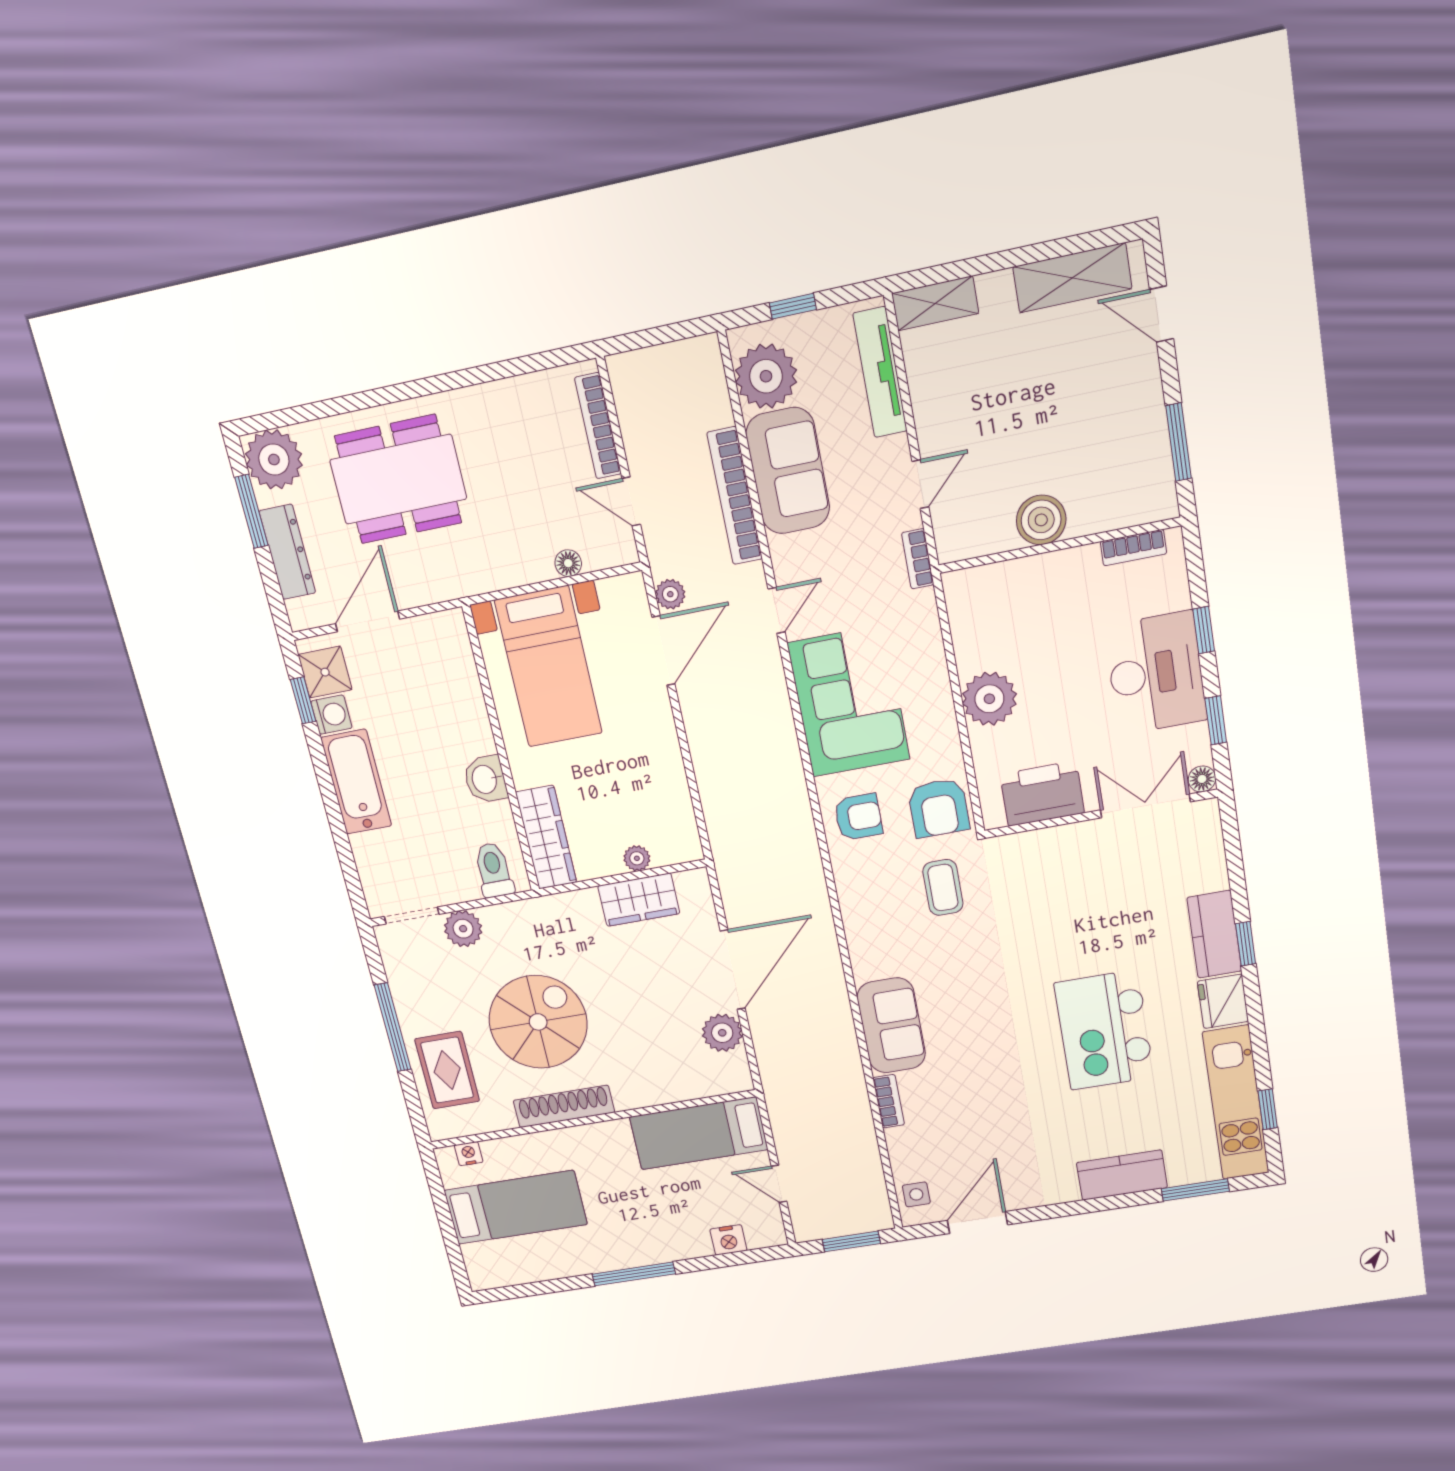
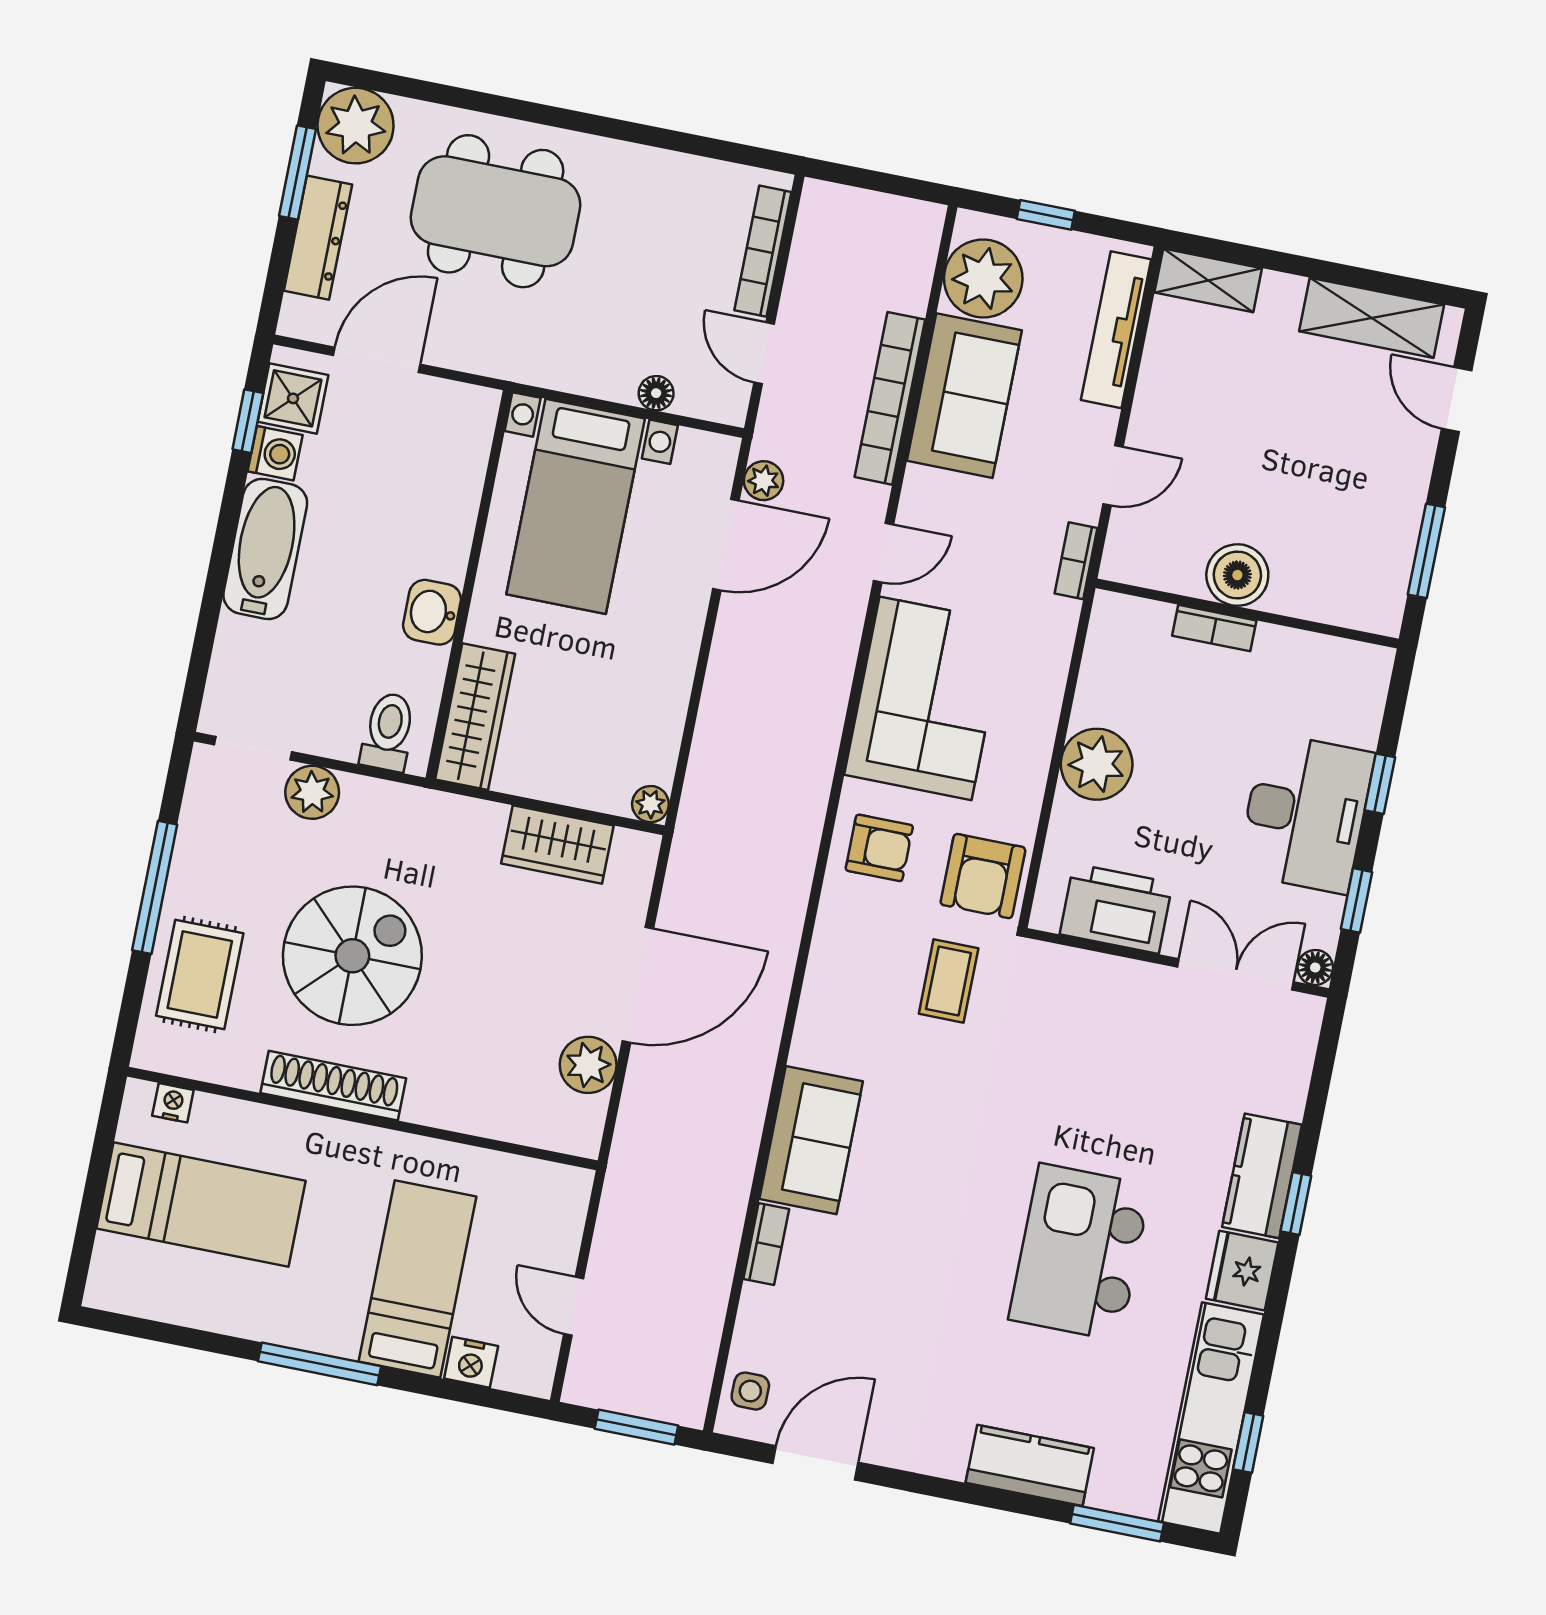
bookcase: (1133, 548) -> (1214, 628), moved
plant: (637, 858) -> (650, 804), moved
bed: (699, 1133) -> (418, 1279), moved, turned 90

